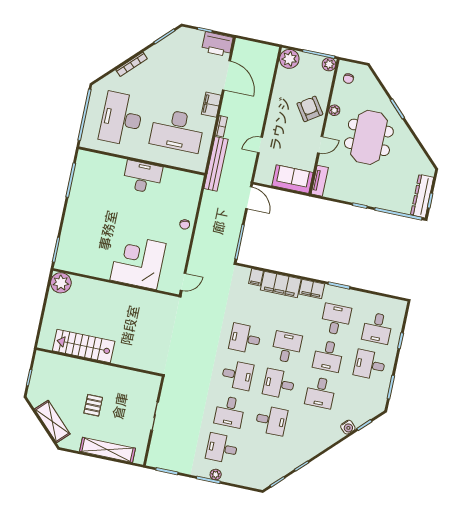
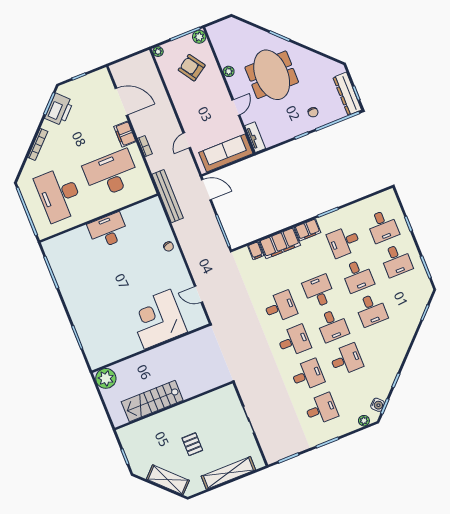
printer: (217, 44) -> (59, 109), moved, turned -45
plant: (289, 59) -> (158, 52), width x0.53, depth x0.53
chair: (348, 79) -> (313, 112), moved
armchair: (310, 109) -> (192, 68), moved
desk: (177, 130) -> (111, 174), turned 180
bench: (216, 164) -> (168, 196), moved
sofa: (292, 179) -> (226, 153), width x1.36
corner desk: (138, 262) -> (157, 319), moved
door: (183, 282) -> (198, 294), swing flipped
plant: (61, 283) -> (106, 378), moved
wall: (116, 283) -> (151, 348), moved
desk: (336, 319) -> (344, 242), turned -90
desk: (245, 338) -> (280, 307), turned 180
desk: (370, 365) -> (396, 260), turned -90
desk: (279, 384) -> (333, 325), turned -90
desk: (230, 412) -> (307, 375), turned -90
water cooler: (348, 427) -> (378, 405), moved
desk: (222, 448) -> (321, 409), turned 180
plant: (216, 475) -> (364, 421), moved

